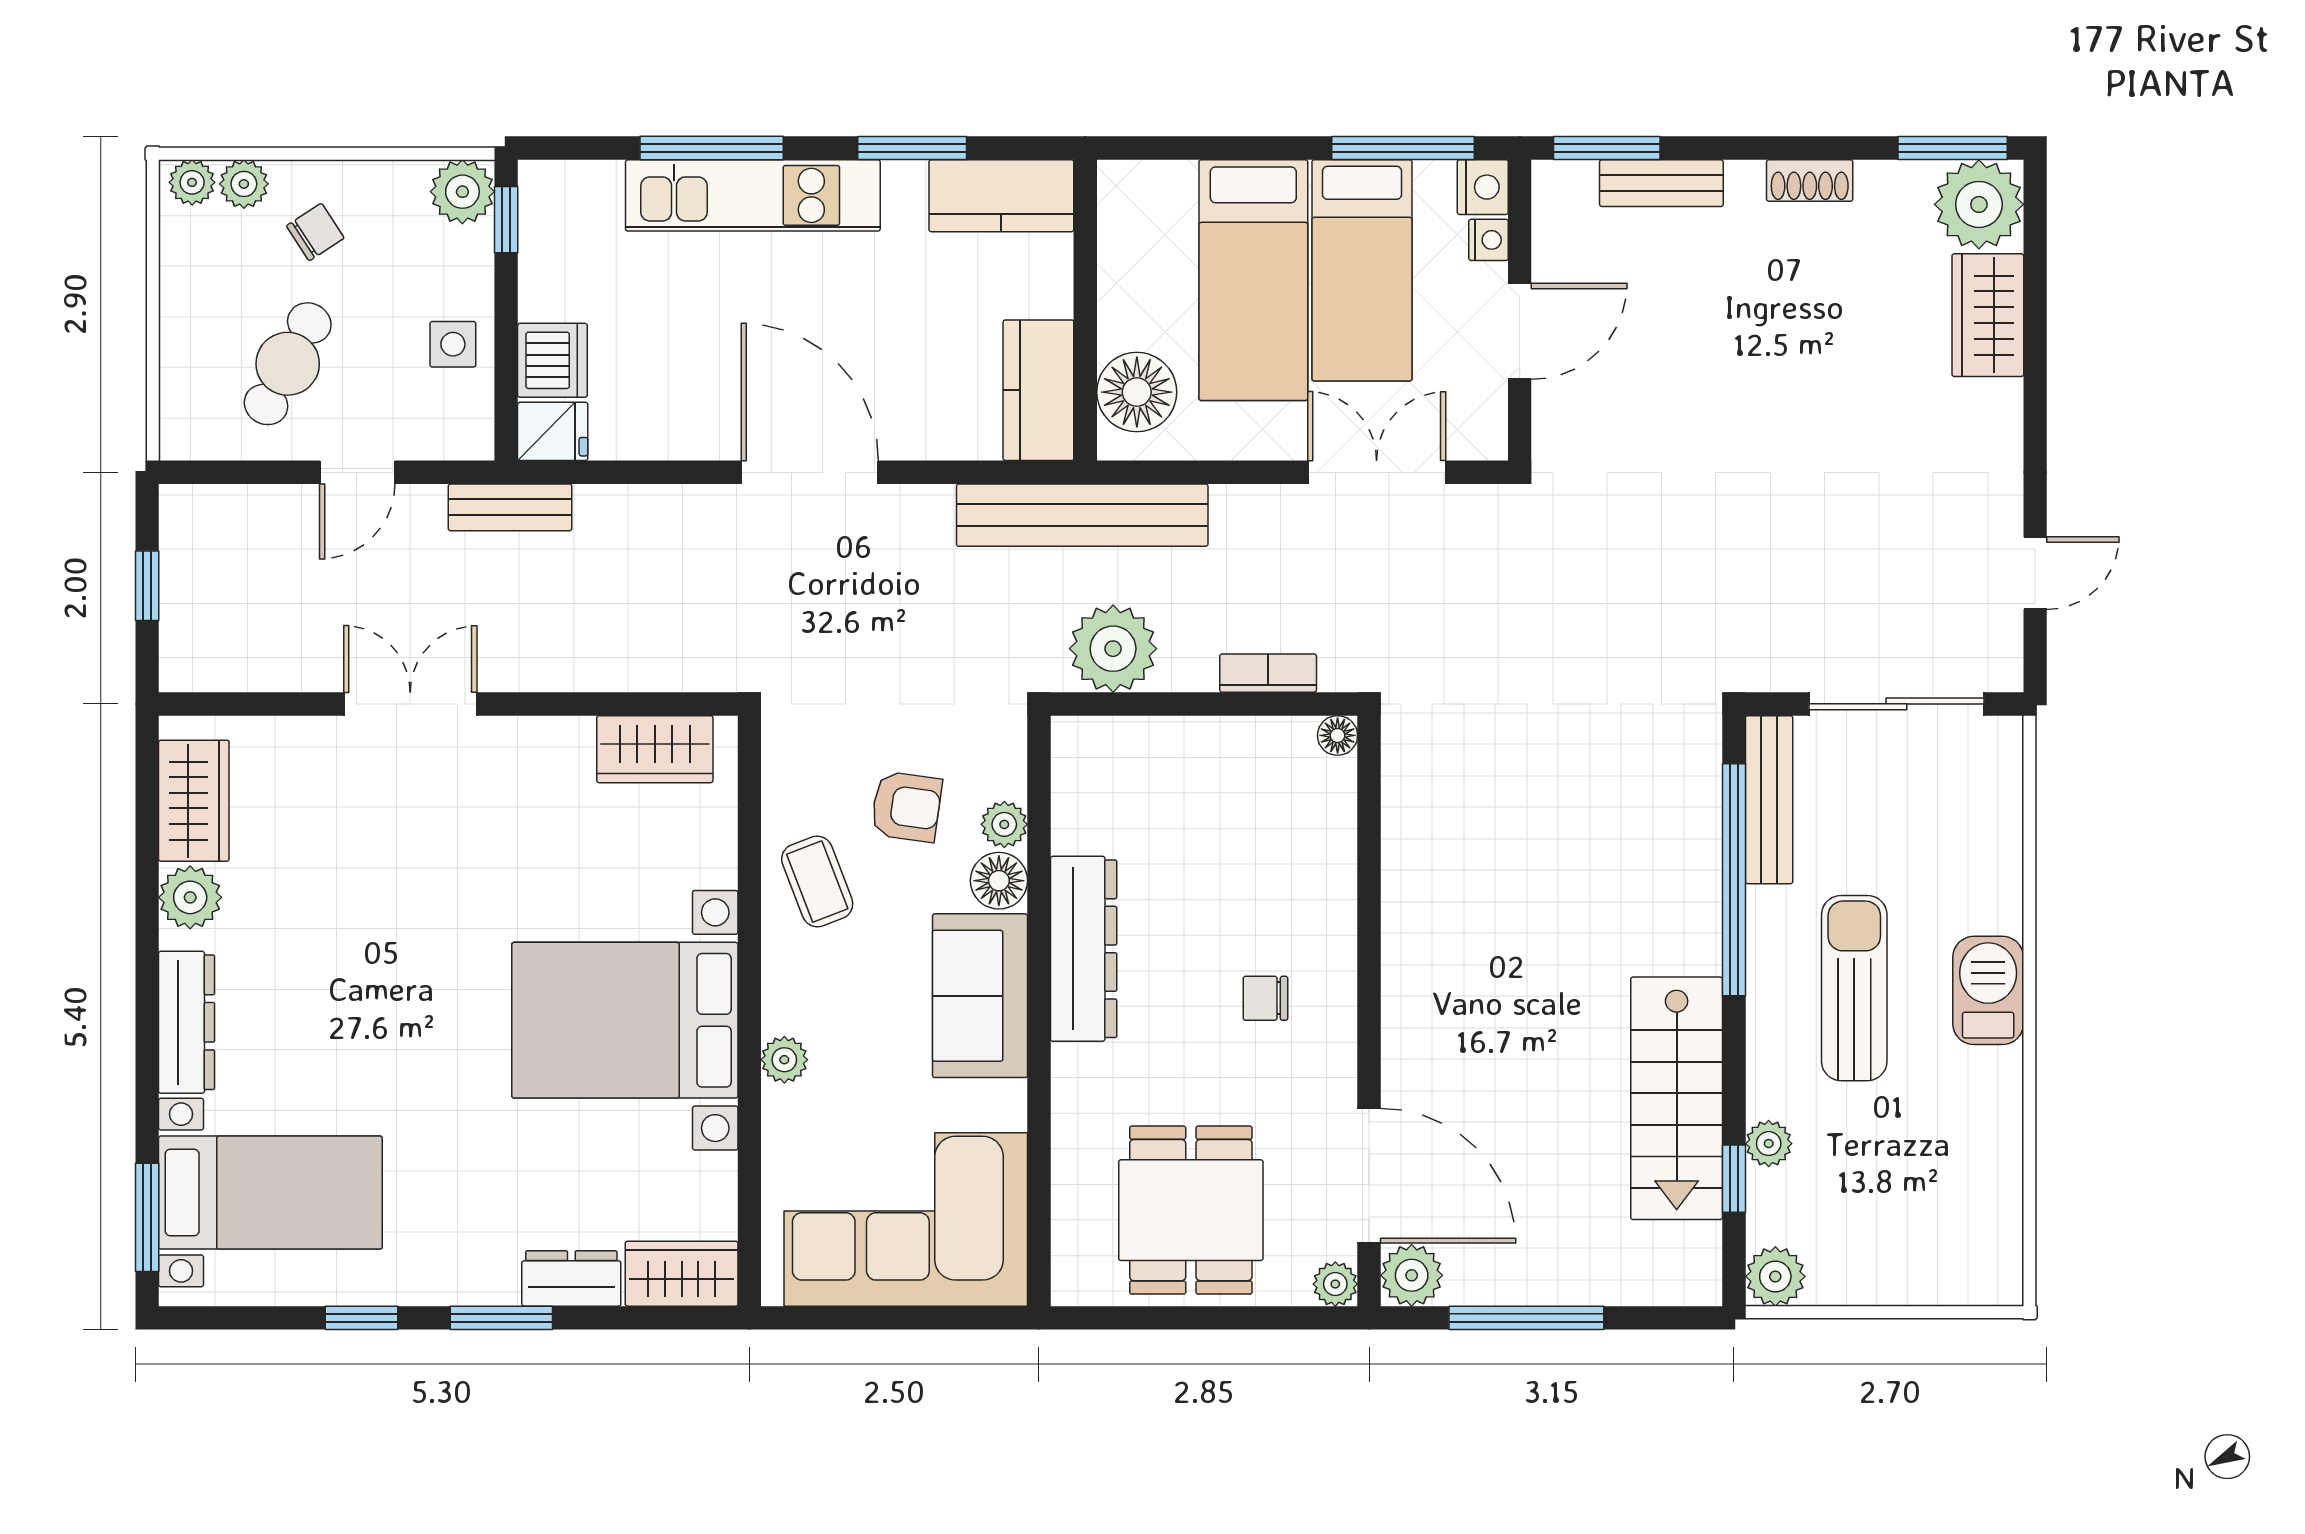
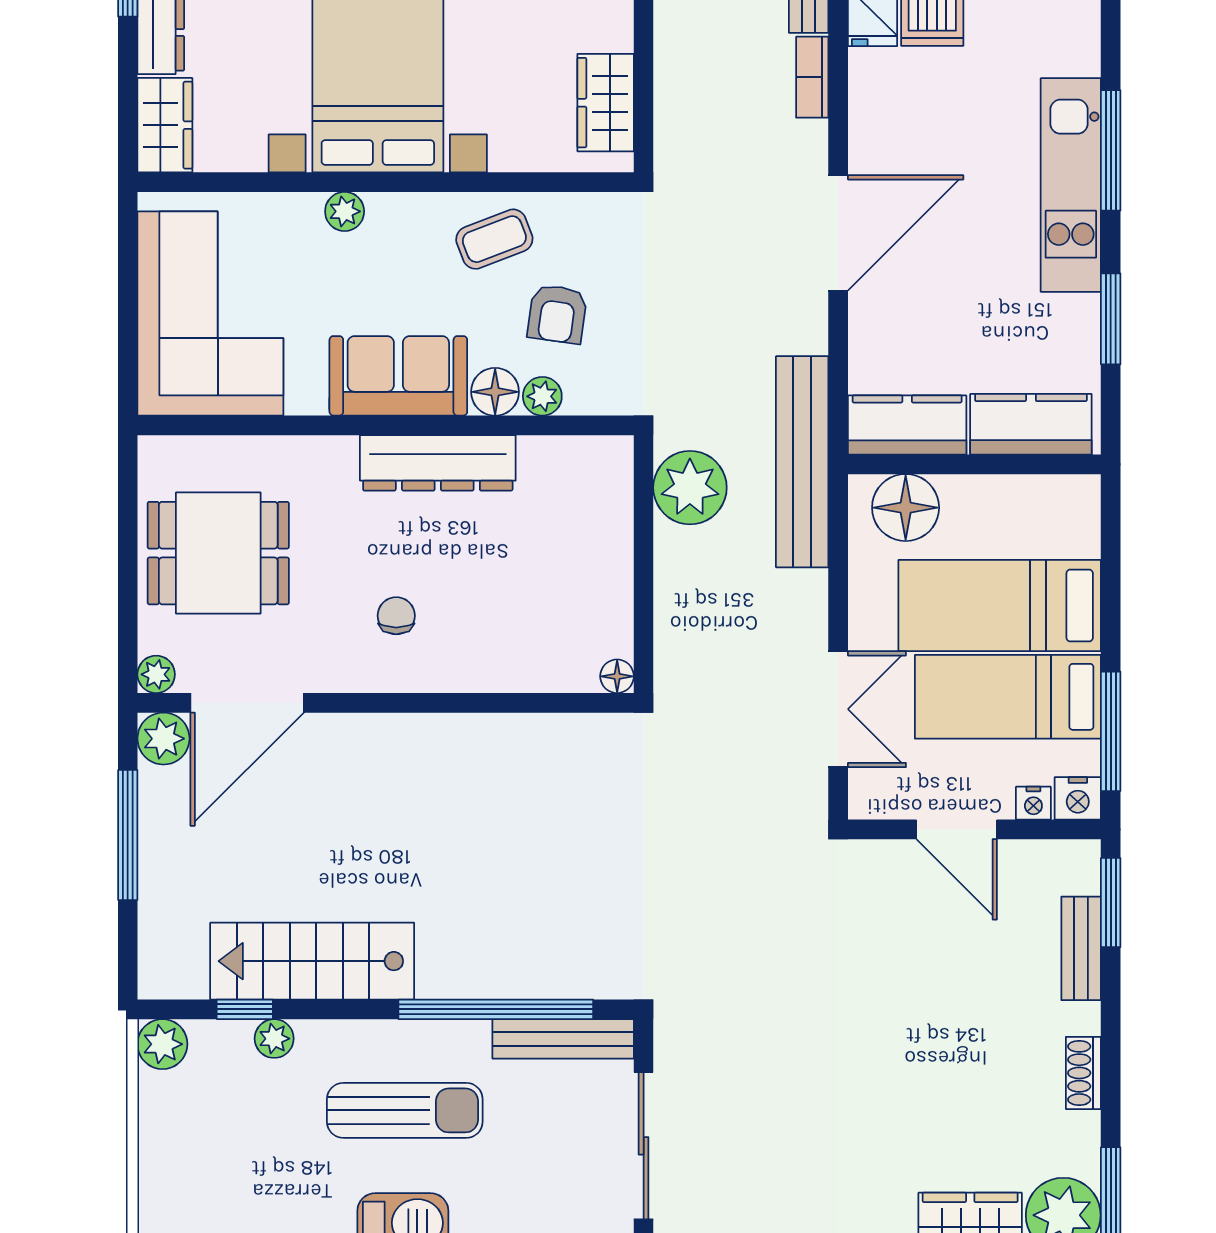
kitchen counter: (1001, 196) -> (1031, 424), moved, turned 90
bookcase: (1268, 673) -> (812, 77), moved, turned 180

